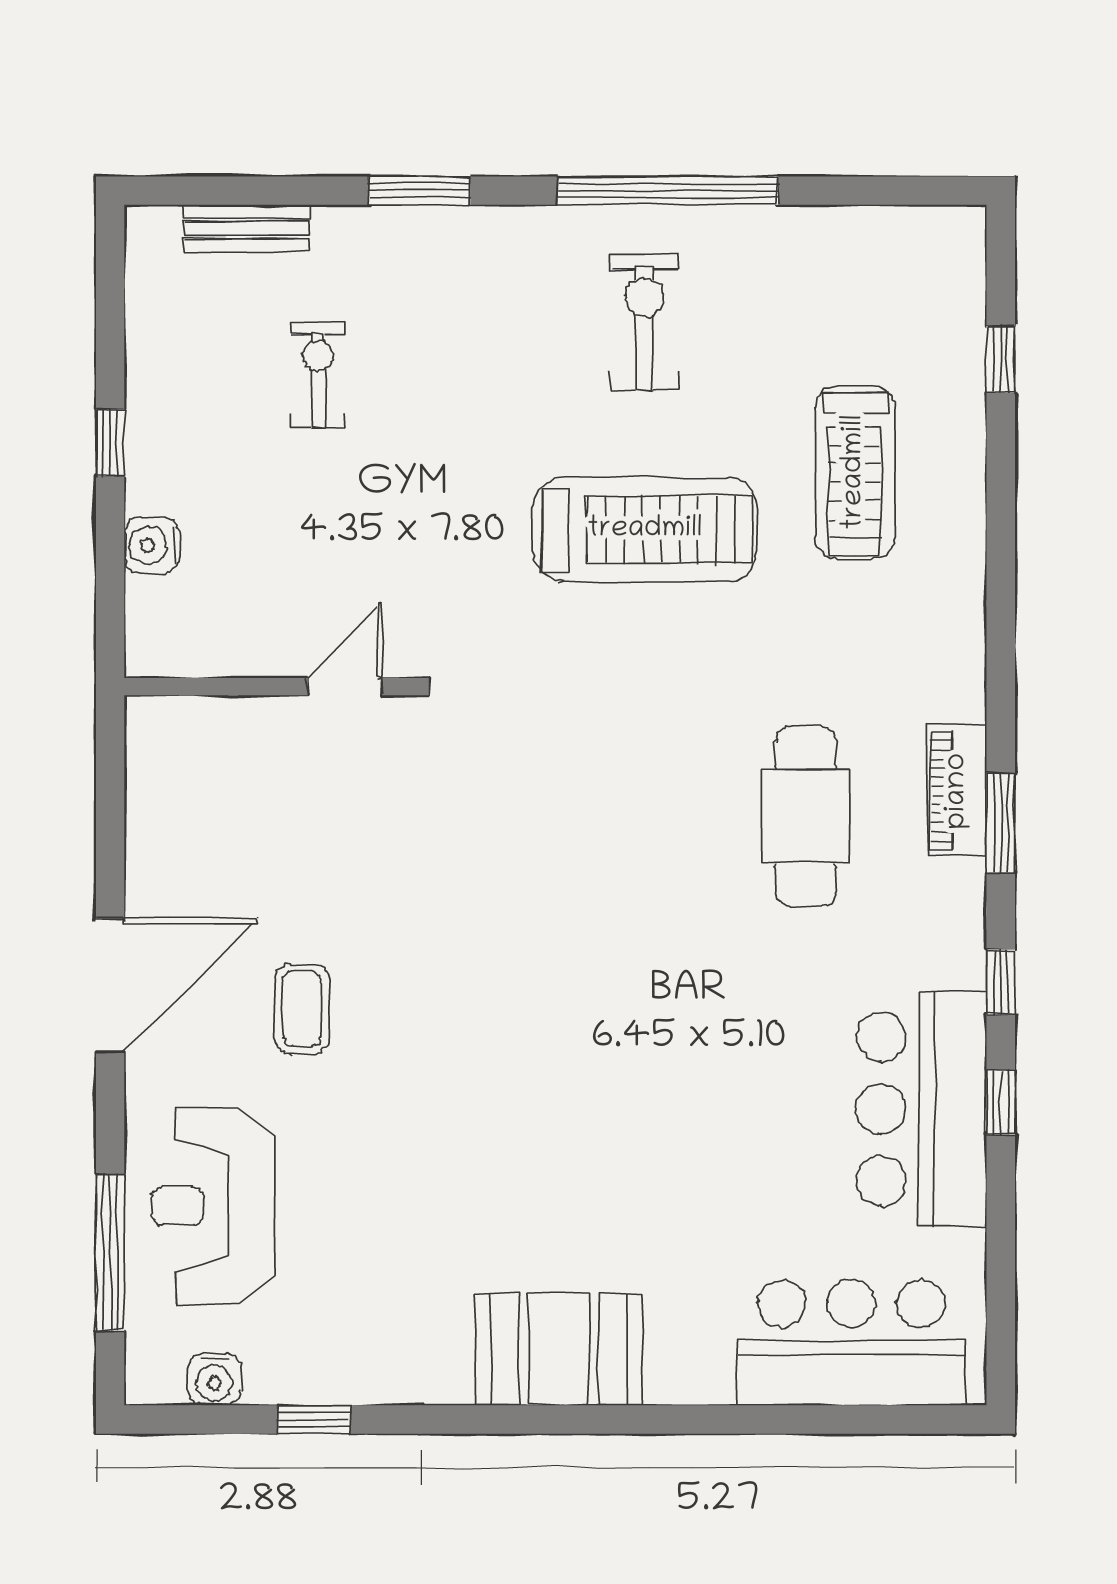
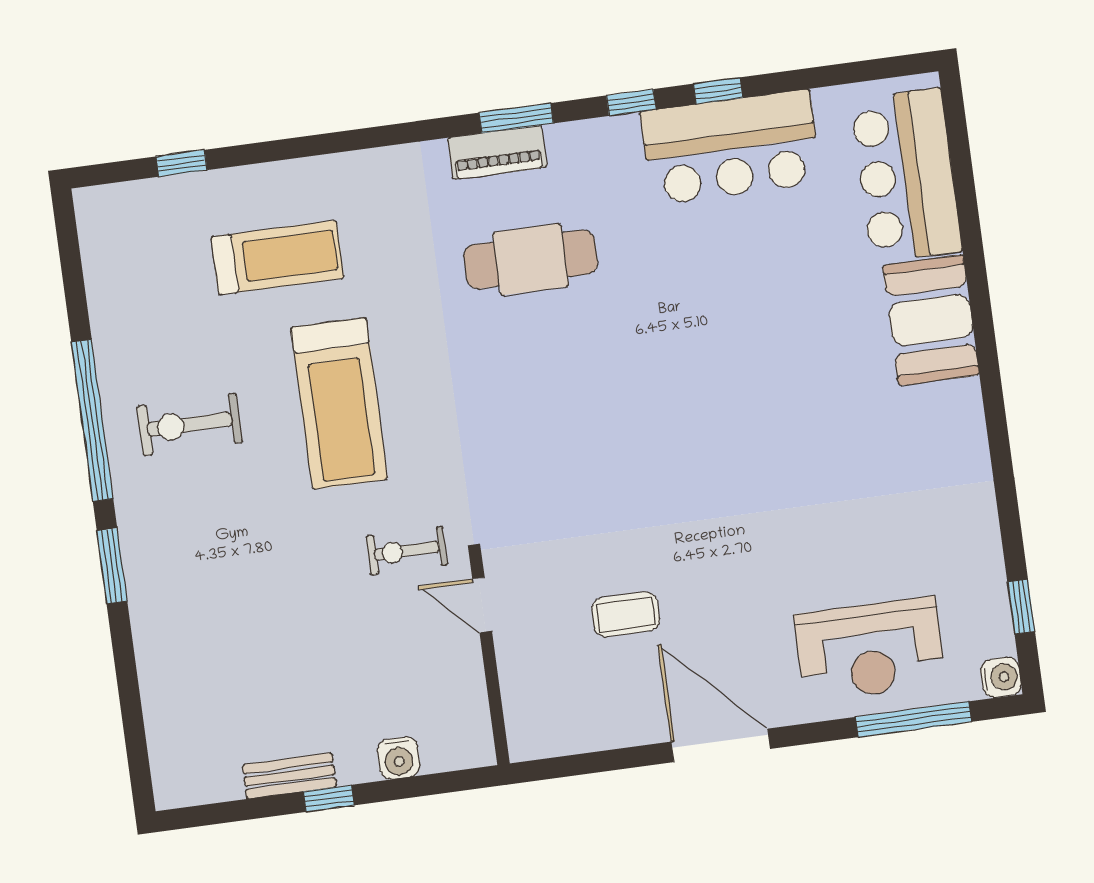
window: (419, 191) -> (112, 566), moved
bench: (246, 229) -> (289, 776), moved, turned 90
exercise bike: (318, 375) -> (407, 551), moved
treadmill: (645, 530) -> (339, 403), turned 180
coffee table: (302, 1009) -> (626, 614), moved
booth: (559, 1350) -> (931, 320), moved
water cooler: (214, 1379) -> (1001, 677), moved
window: (314, 1420) -> (1021, 607), moved

